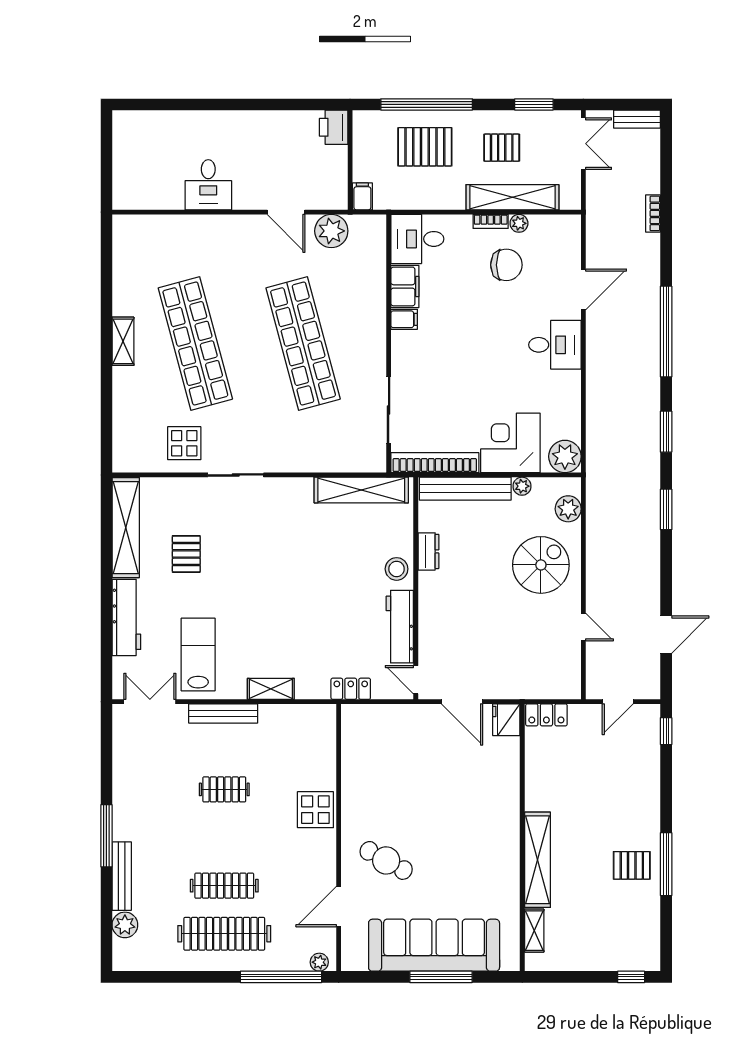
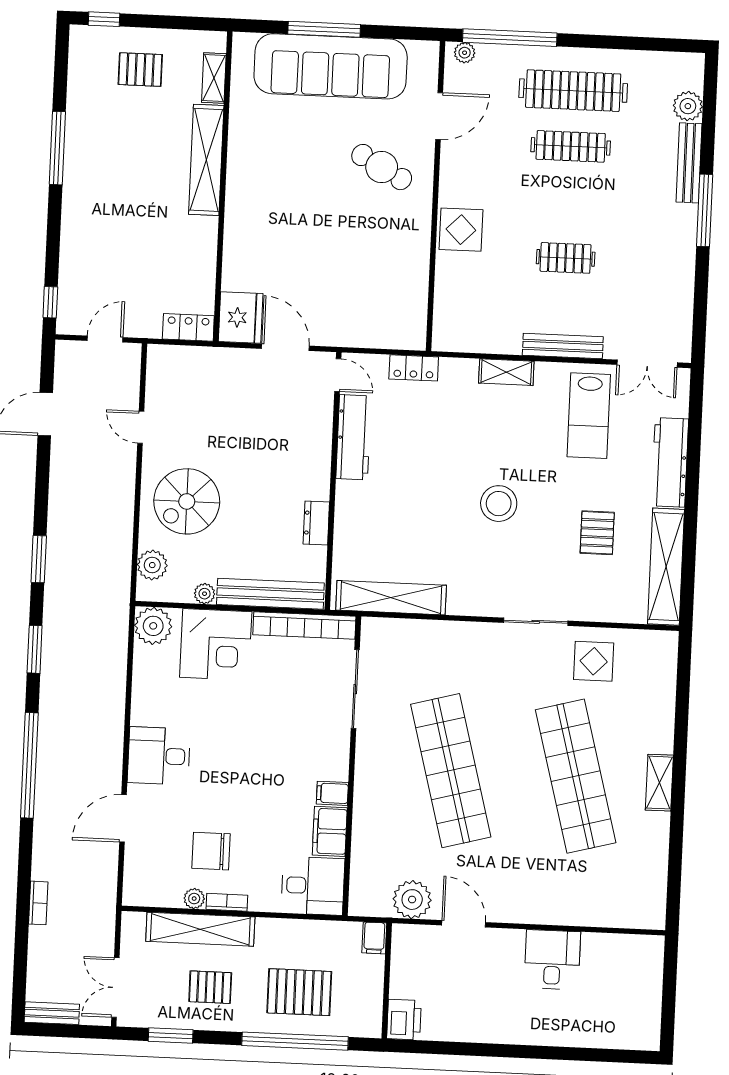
stool: (397, 569) -> (499, 504), moved, width x1.38, depth x1.38
fridge: (506, 720) -> (241, 318), width x1.36, depth x1.34
pallet: (632, 865) -> (140, 70), moved

